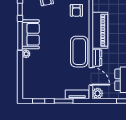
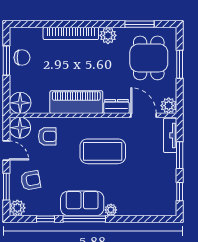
coffee table: (79, 52) -> (103, 151), moved
door: (91, 76) -> (144, 115), hinge flipped

